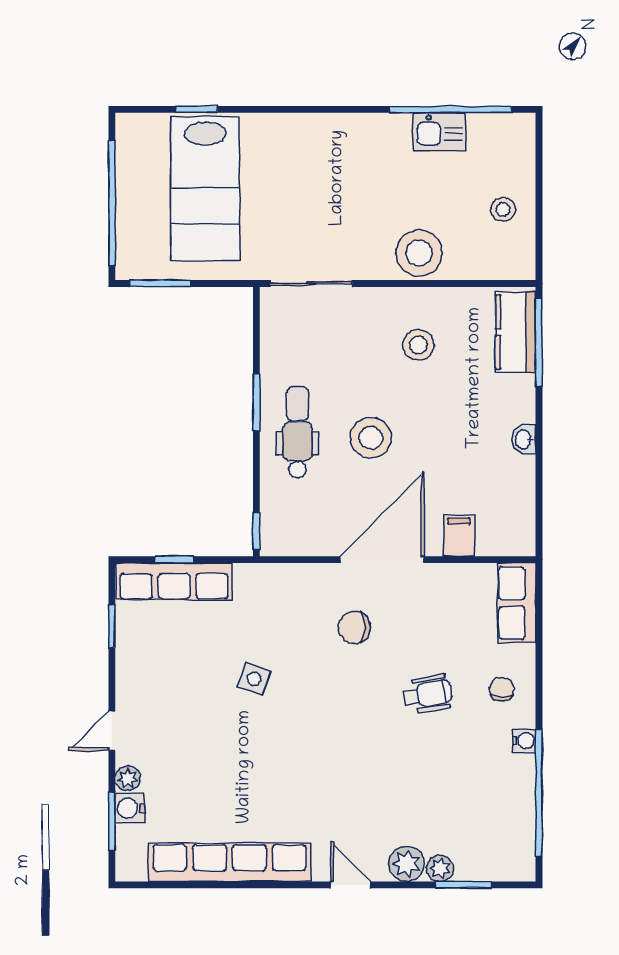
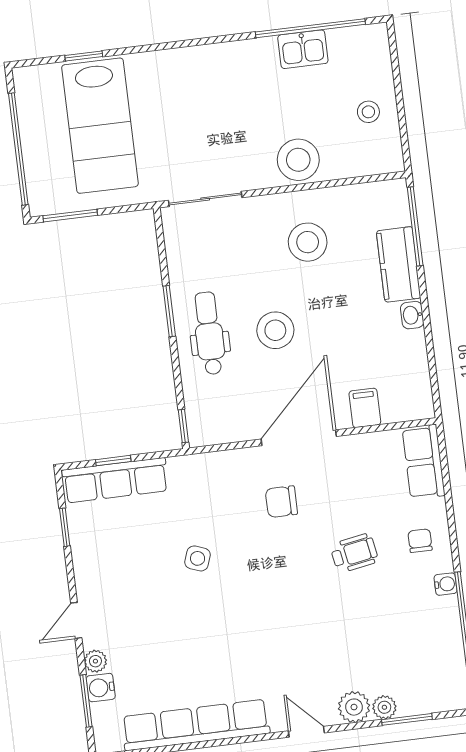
kitchen counter: (516, 332) -> (399, 264), moved
stool: (418, 345) -> (308, 242), width x1.38, depth x1.38

